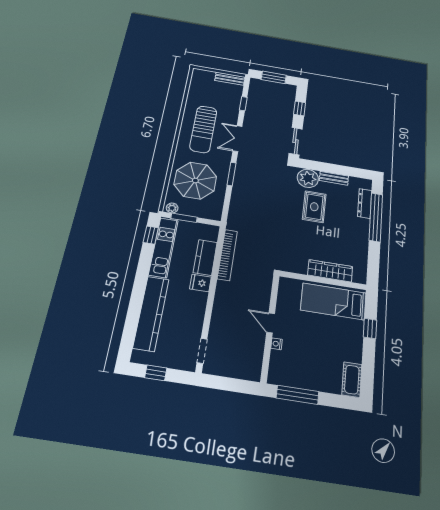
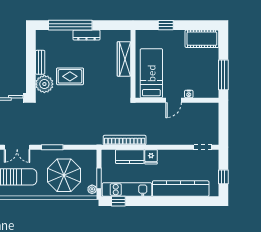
dresser: (365, 203) -> (86, 35), moved
bed: (334, 301) -> (151, 73), moved, turned 180
cot: (352, 380) -> (202, 39), width x1.37, depth x1.34

